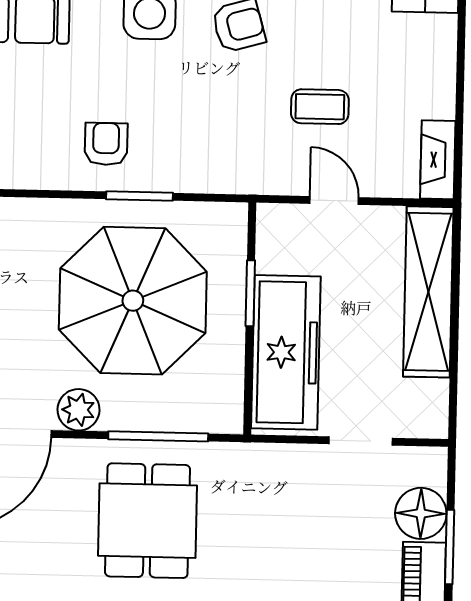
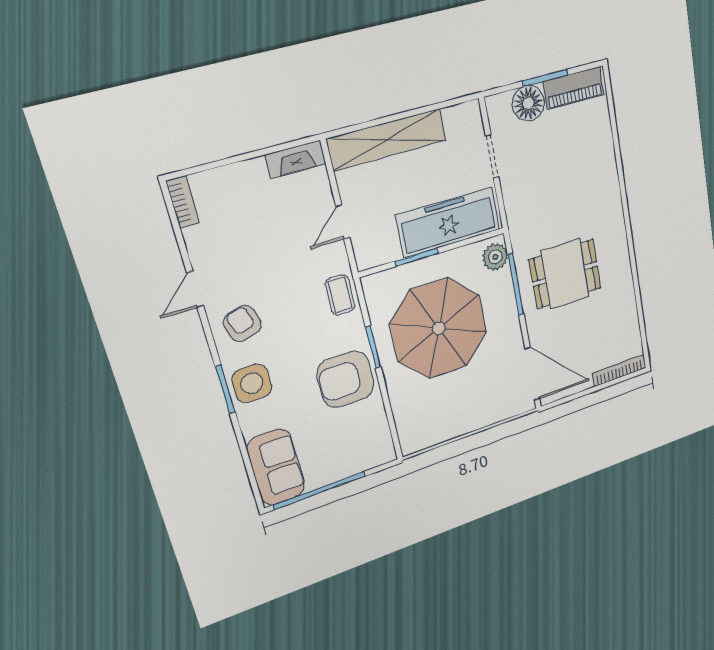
coffee table: (320, 107) -> (340, 295), moved
armchair: (106, 144) -> (346, 379), width x1.88, depth x1.88
plant: (79, 410) -> (495, 257), moved

